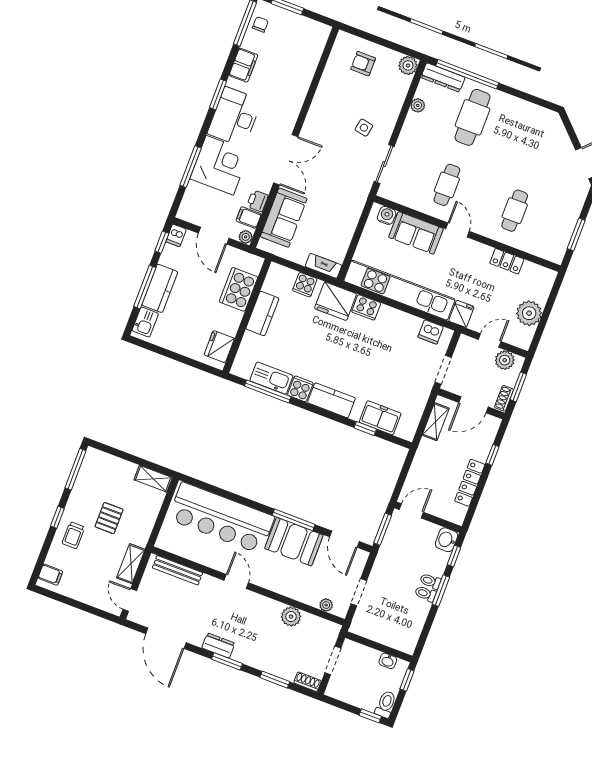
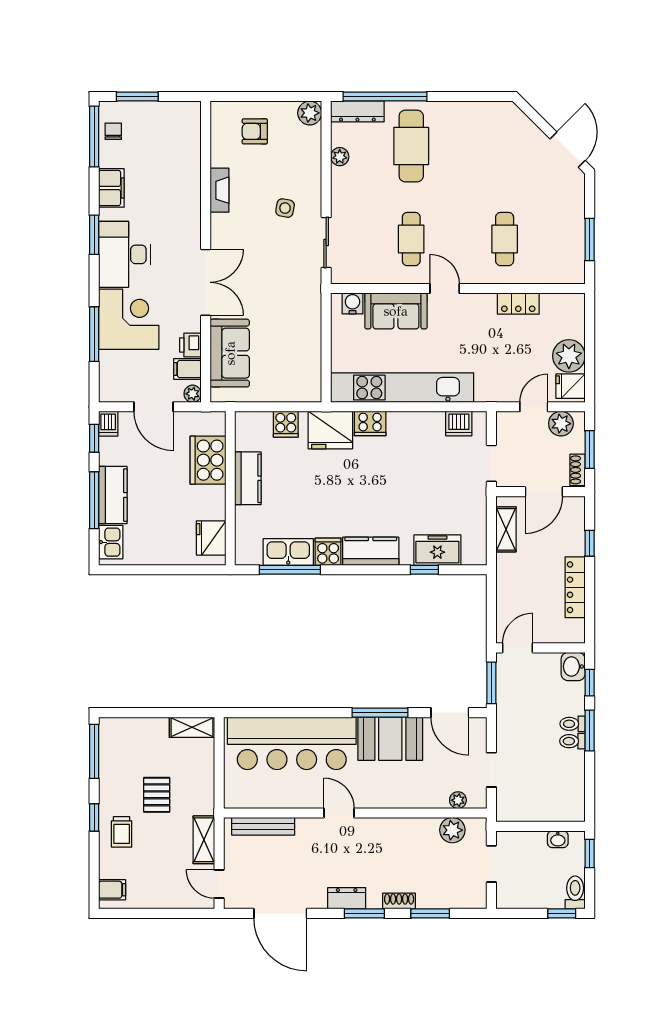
fireplace: (324, 266) -> (220, 190), moved, turned 90
fridge: (461, 314) -> (571, 386), moved, turned -90
plant: (291, 617) -> (452, 830), moved
shoe rack: (307, 682) -> (399, 901), moved

